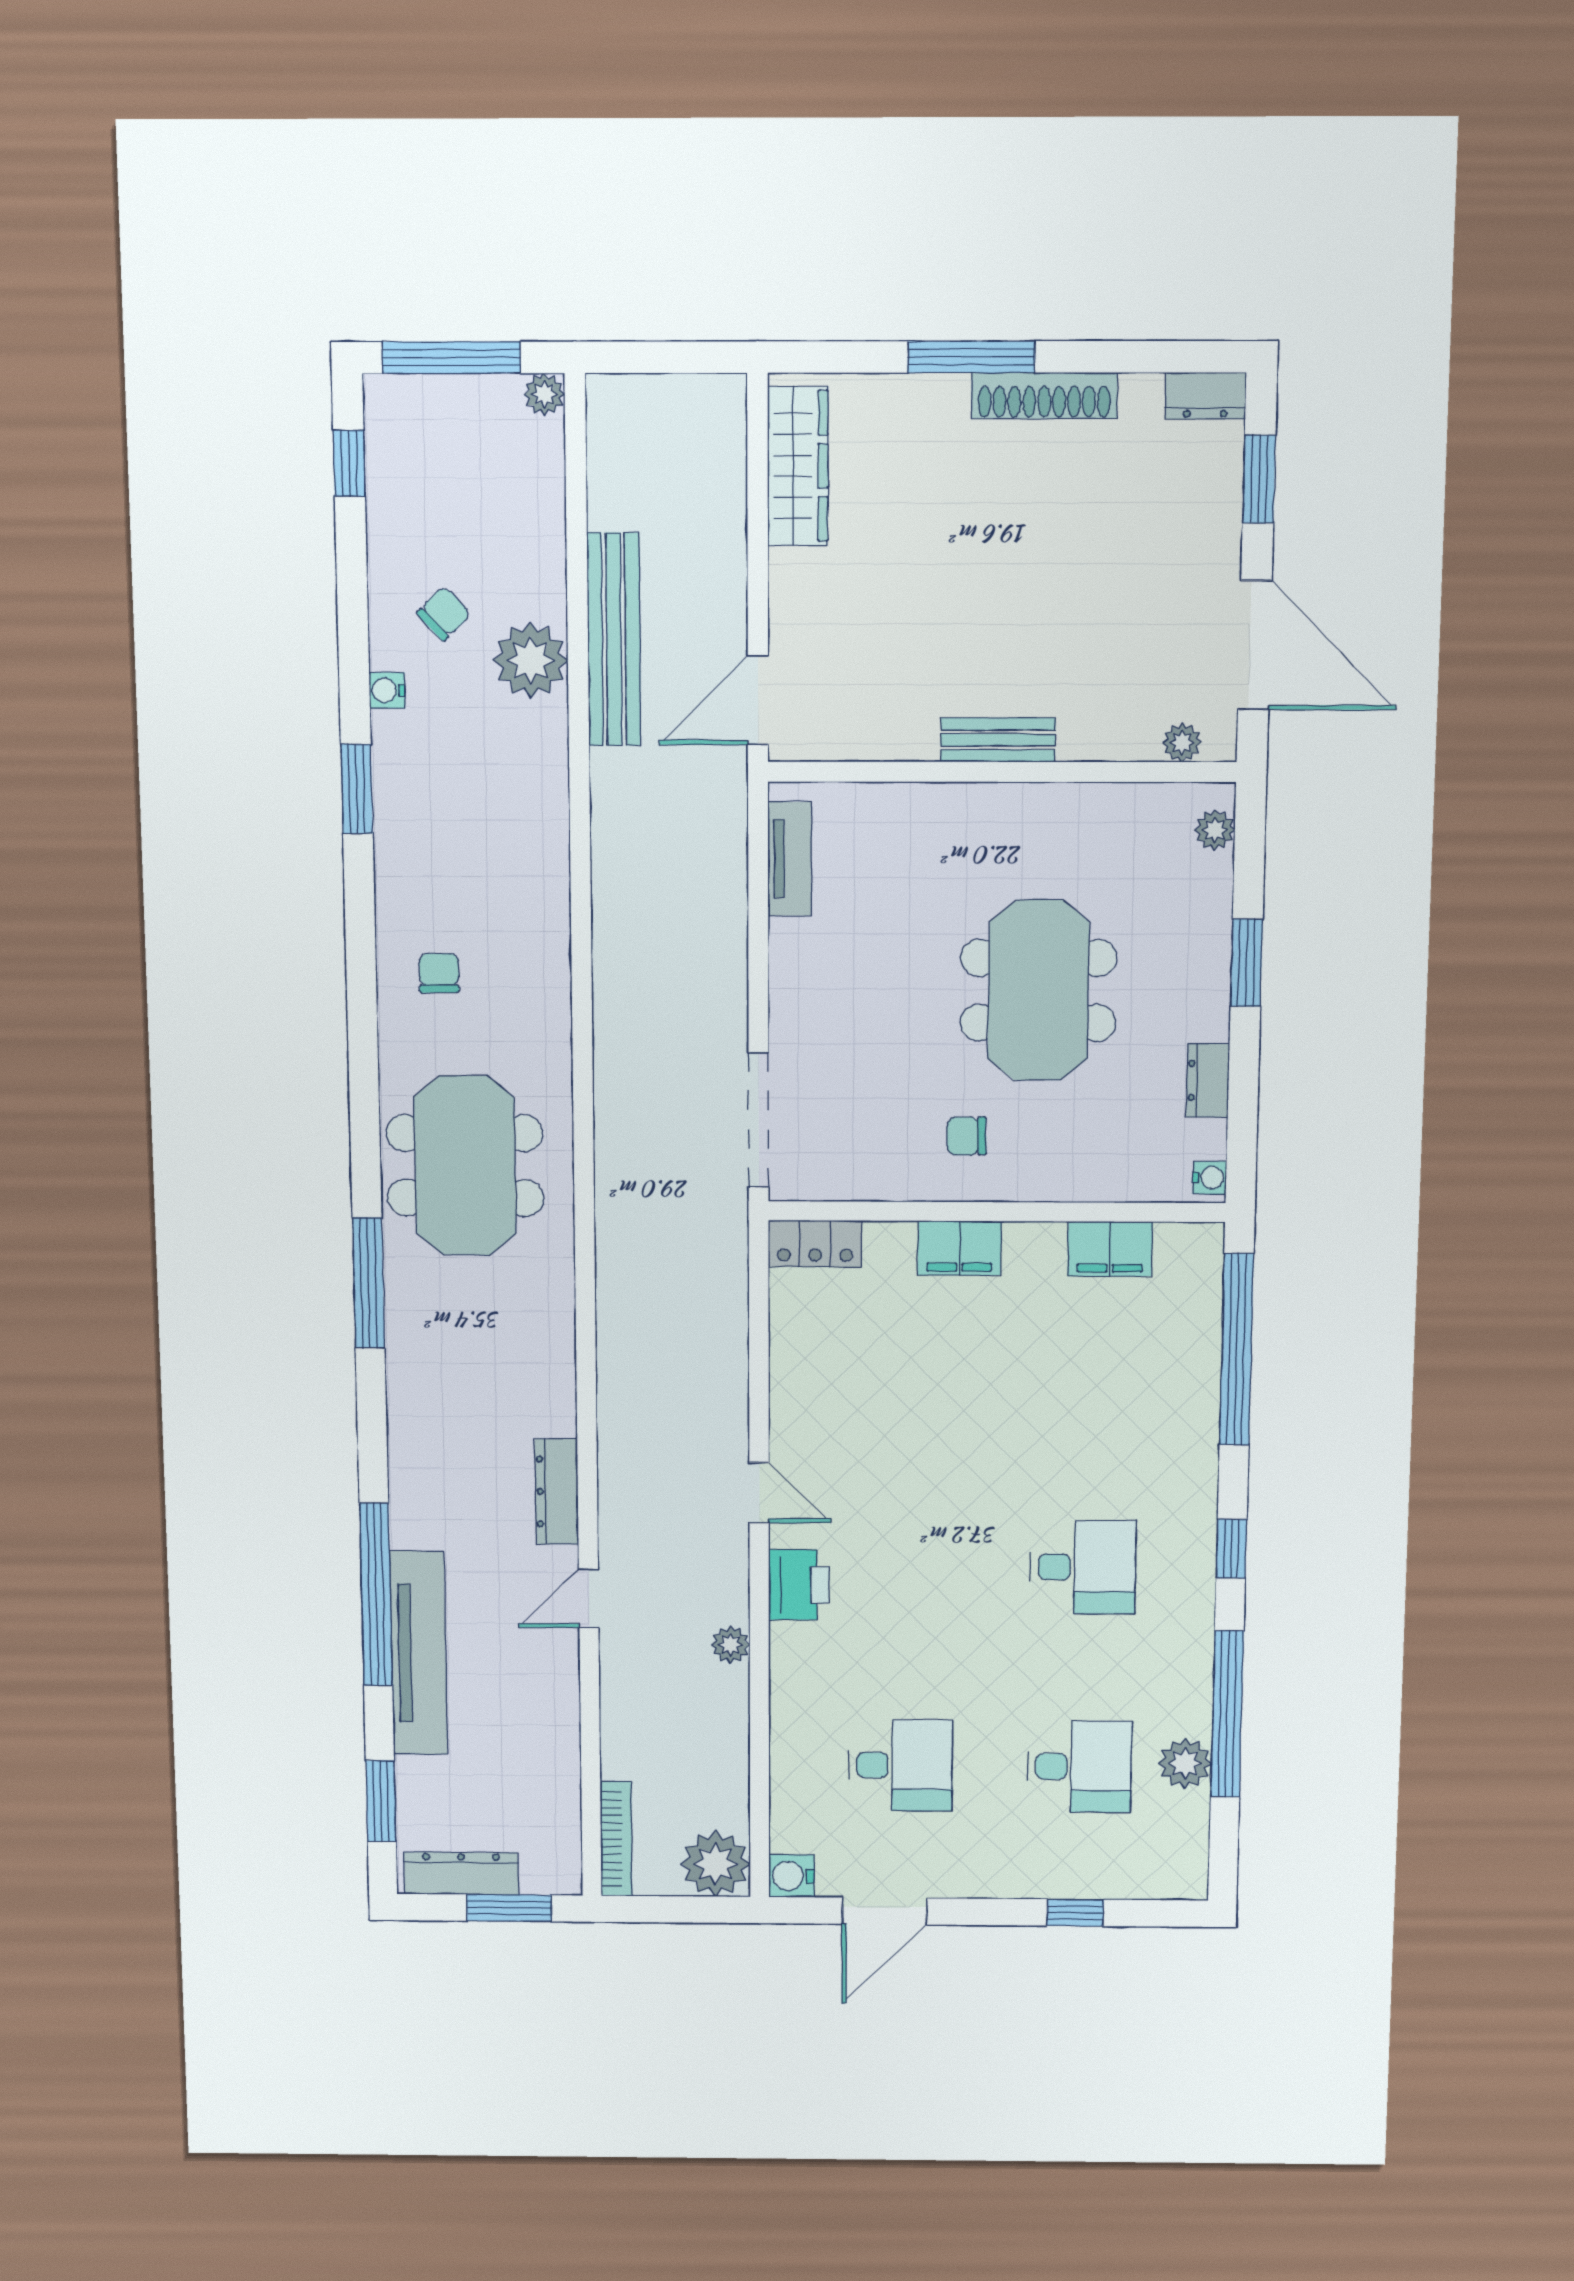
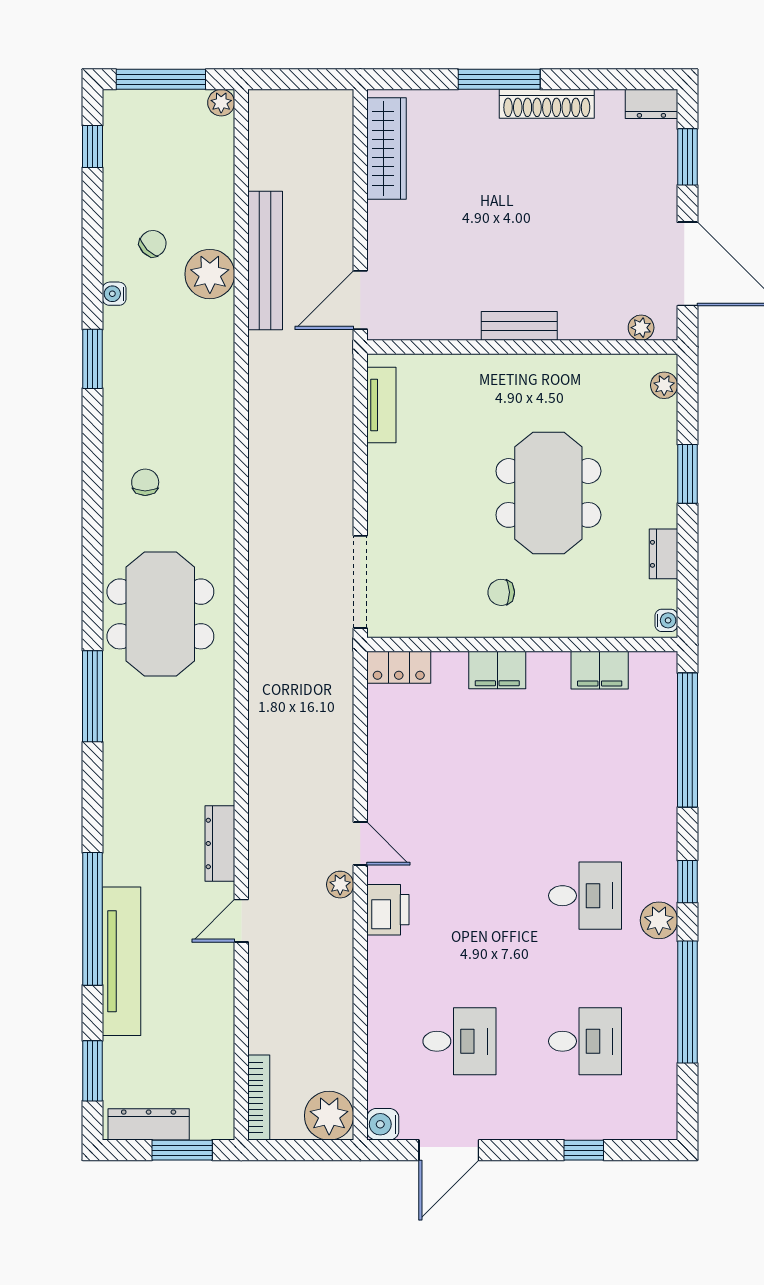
plant: (730, 1645) -> (340, 885), moved
plant: (1185, 1763) -> (659, 920), moved

